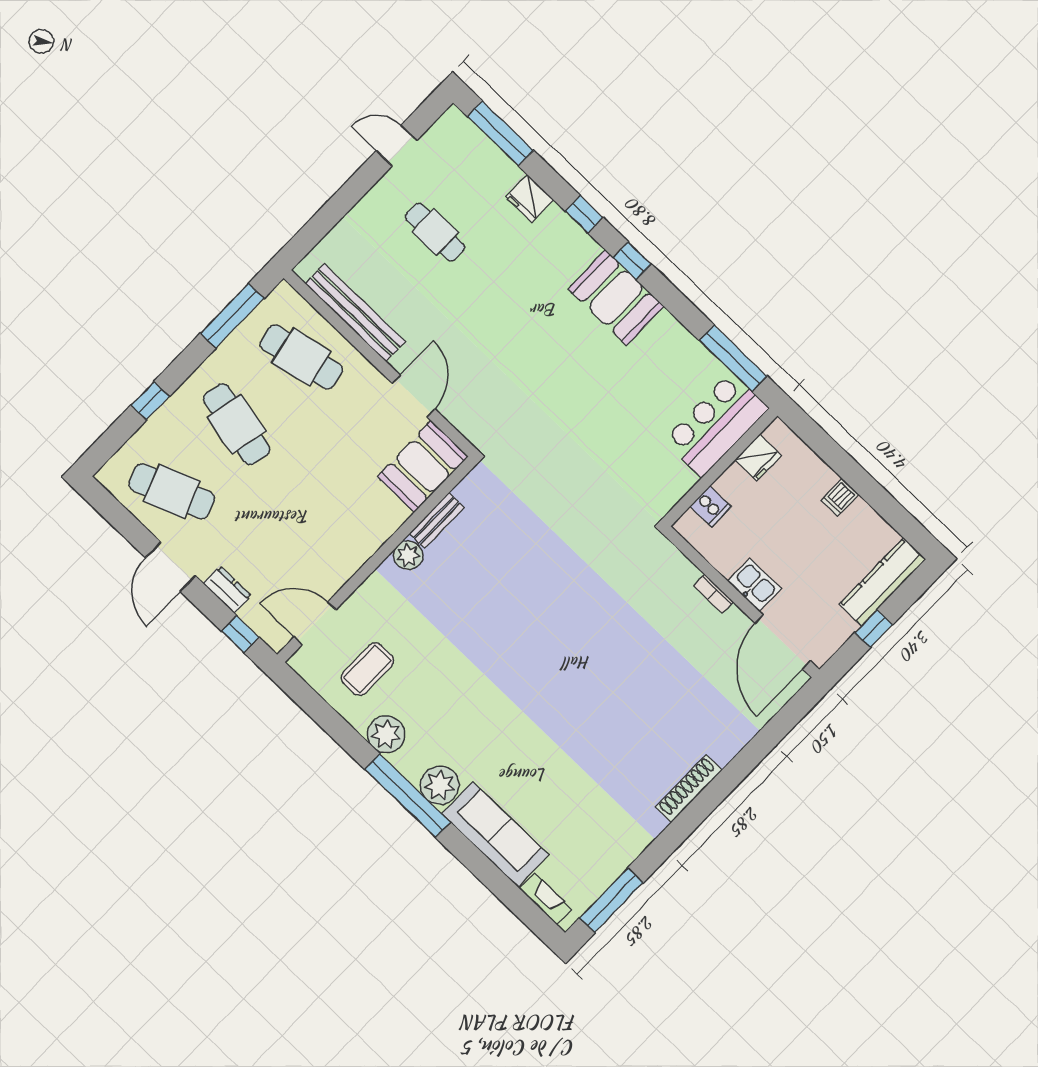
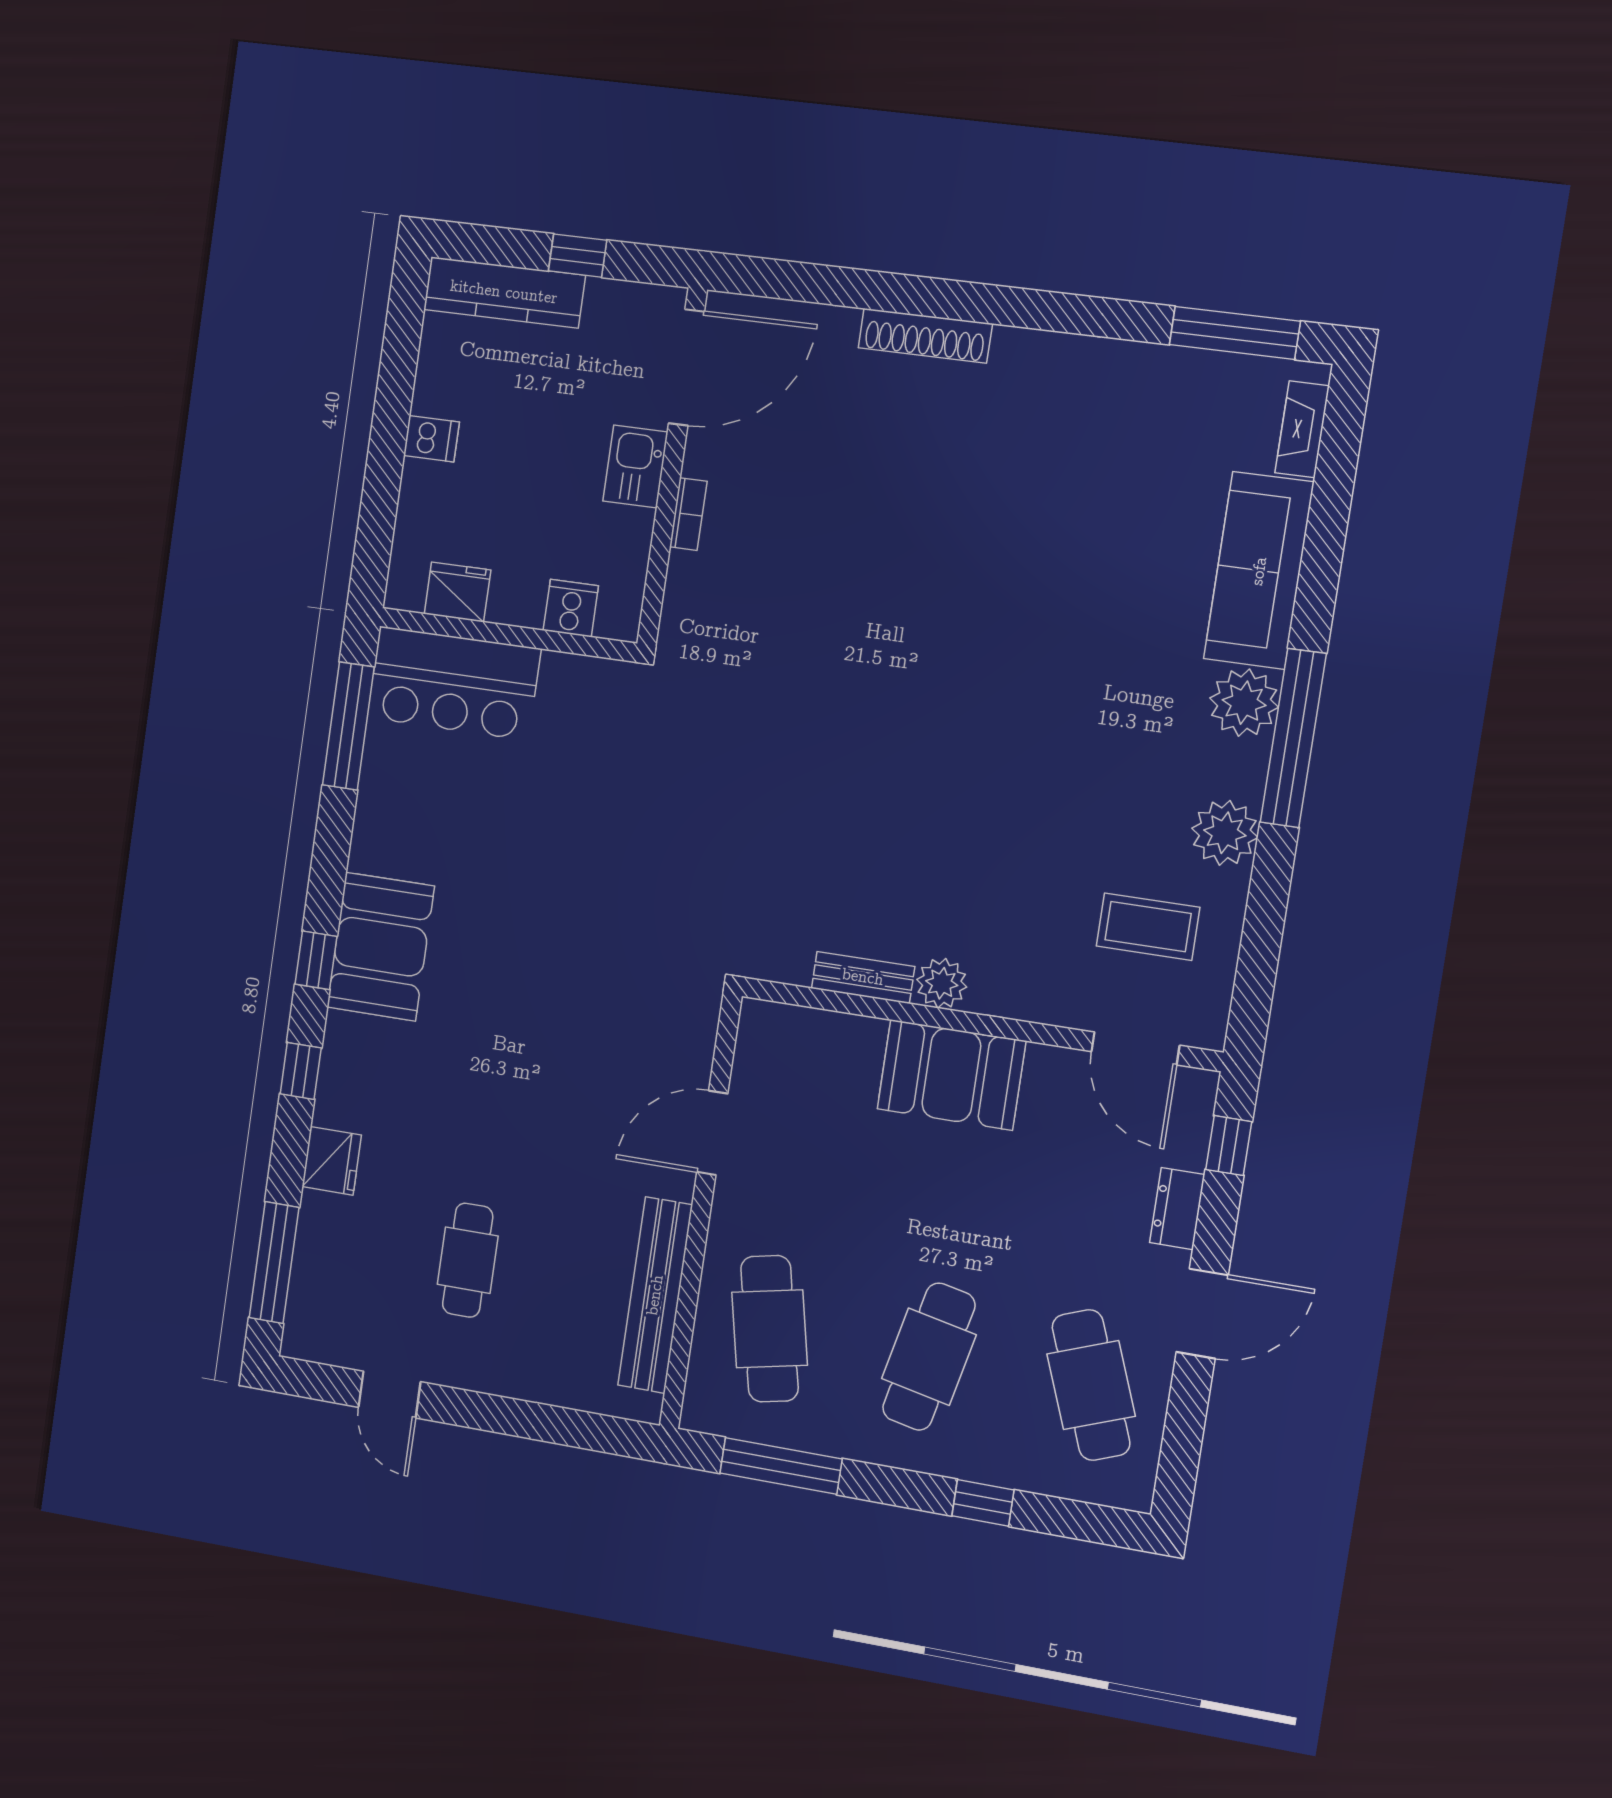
booth: (423, 466) -> (951, 1075), moved
shoe rack: (689, 789) -> (925, 336), moved

